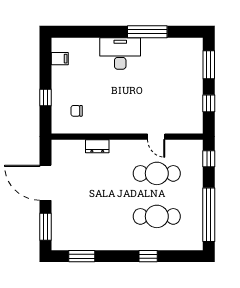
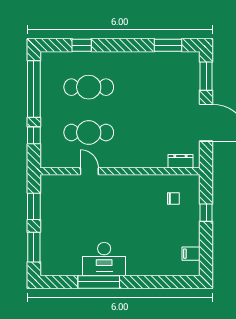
desk: (120, 53) -> (104, 259), moved
window: (209, 103) -> (34, 206), width x1.50
dresser: (97, 146) -> (180, 161), moved
window: (209, 159) -> (34, 135), moved
window: (148, 256) -> (82, 45), moved

